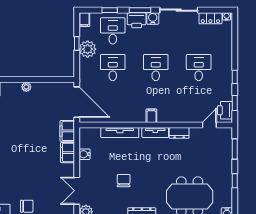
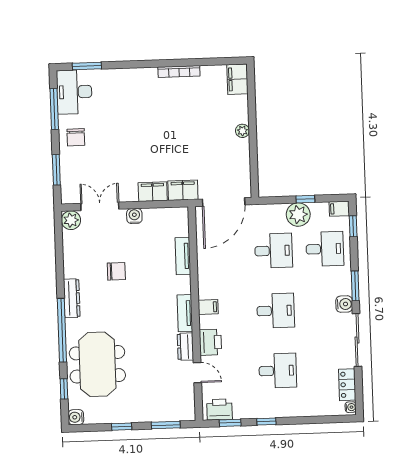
window: (110, 10) -> (353, 226), moved
printer: (137, 20) -> (210, 342), moved, turned 180
door: (209, 125) -> (197, 373), moved
tv unit: (120, 133) -> (183, 256), width x0.71
water cooler: (84, 154) -> (134, 216), moved

